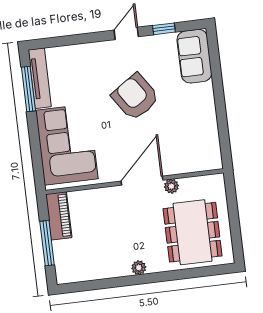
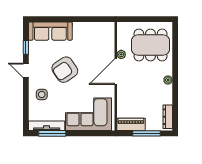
sofa: (194, 56) -> (50, 31), width x1.36
side table: (90, 64) -> (42, 95), added
door: (142, 181) -> (116, 72), hinge flipped
dresser: (79, 275) -> (168, 117), added

